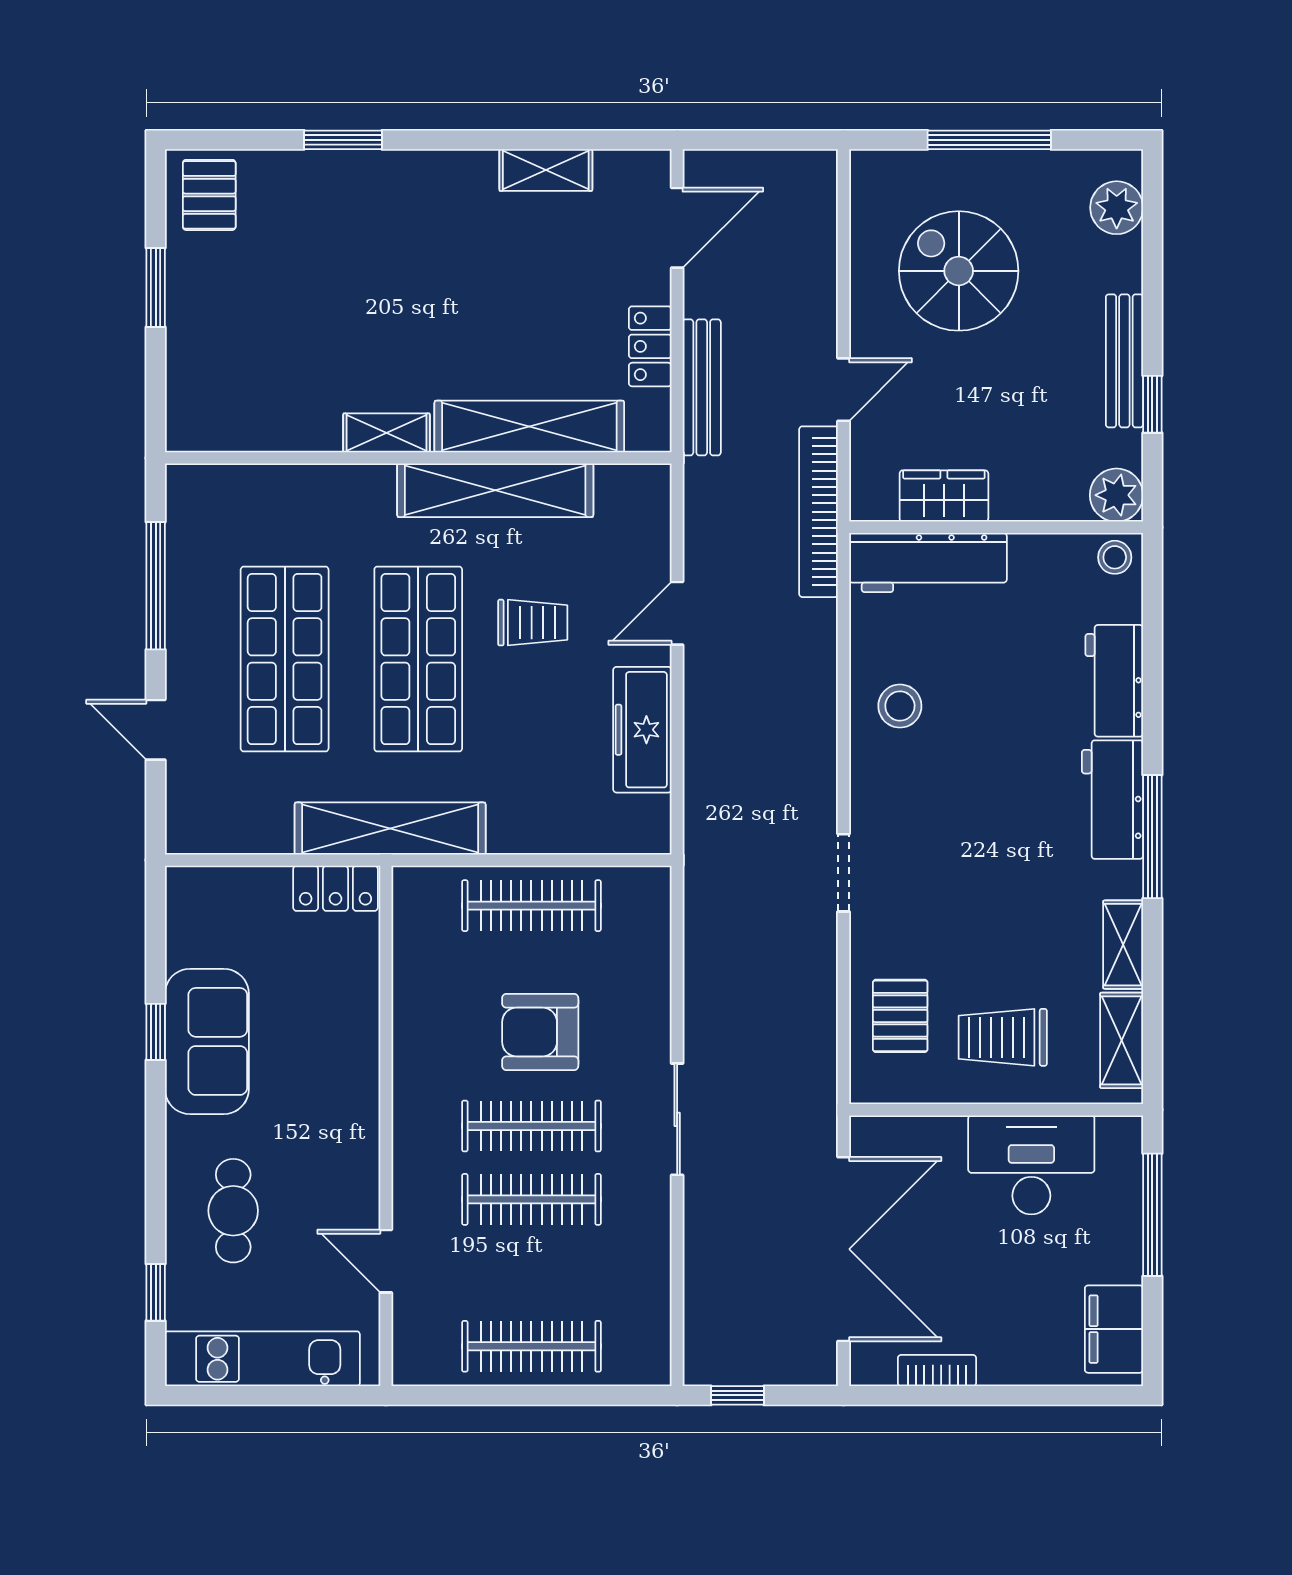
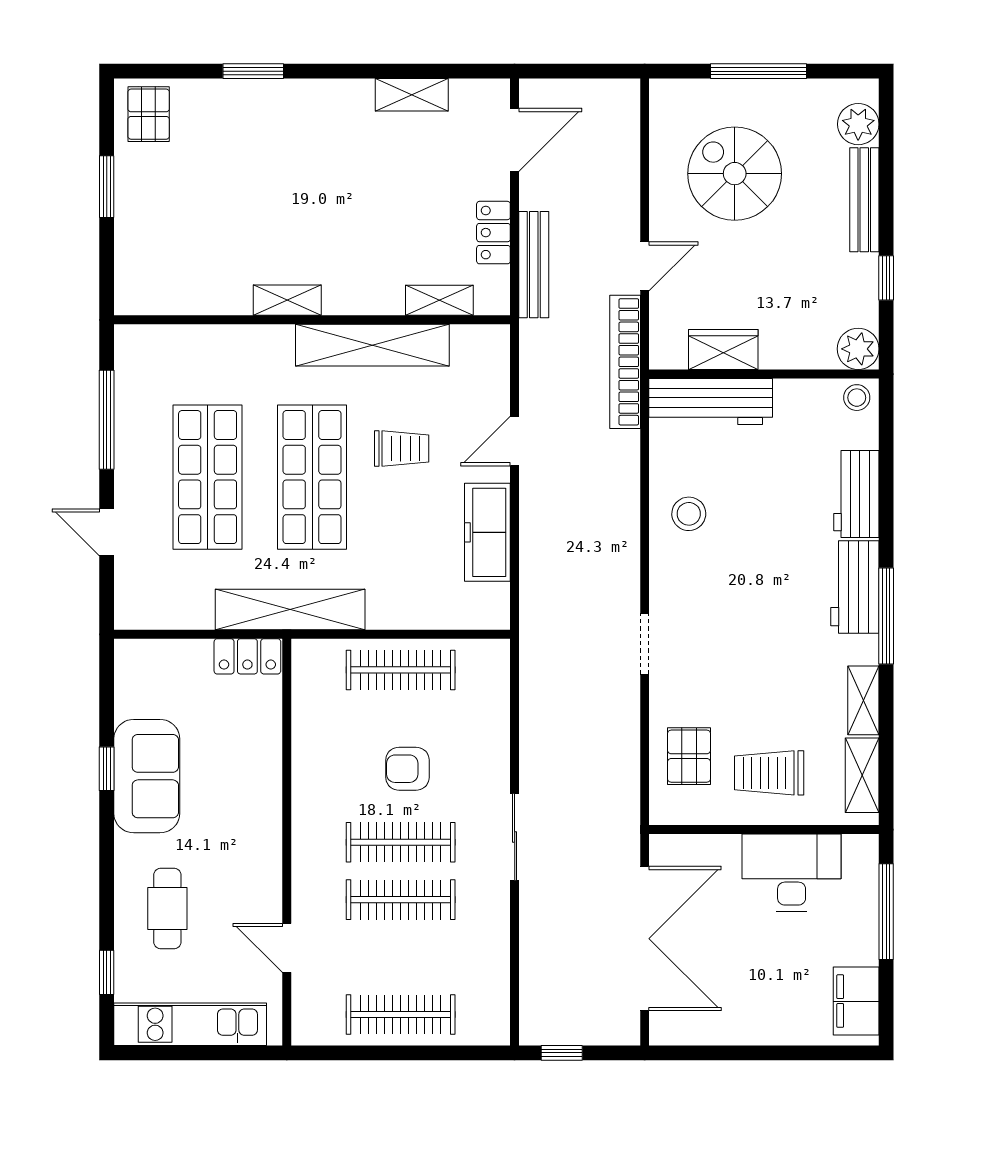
bench: (1124, 361) -> (864, 200), moved
shelving: (529, 427) -> (439, 300), width x0.45, depth x0.75
armchair: (540, 1032) -> (407, 769), width x0.72, depth x0.72
bookcase: (937, 1371) -> (718, 1033), removed

